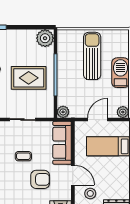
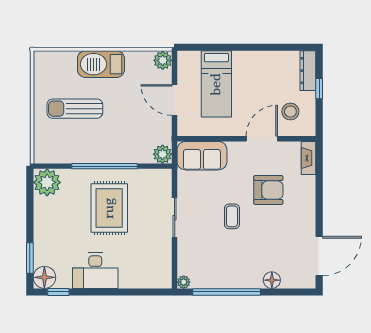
sun lounger: (92, 56) -> (75, 109), width x0.73, depth x0.75
sofa: (62, 143) -> (202, 156), width x0.73
armchair: (40, 179) -> (268, 190), turned 90

